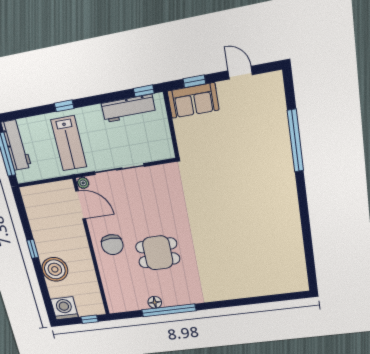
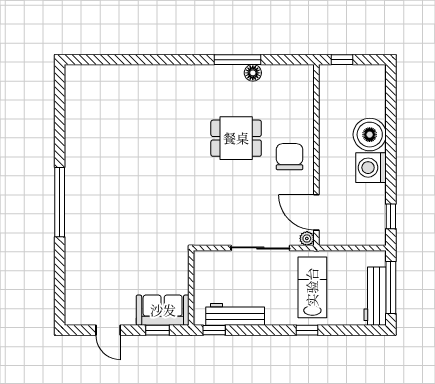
window: (295, 141) -> (60, 202), moved
window: (33, 249) -> (391, 216), moved
washing machine: (64, 308) -> (371, 168), moved, turned 90
window: (169, 310) -> (237, 60), width x0.68

